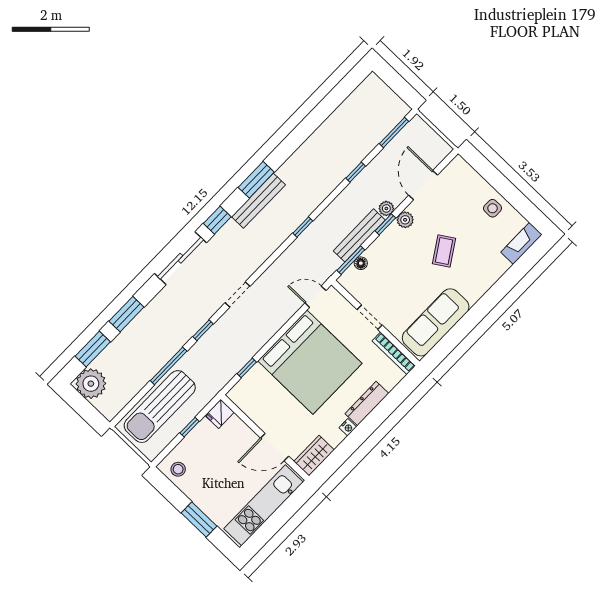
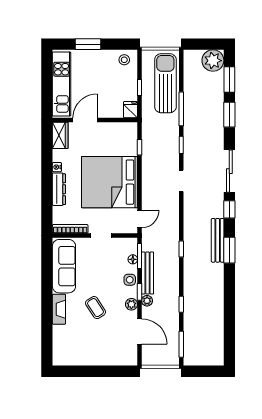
side table: (493, 208) -> (130, 280), moved
fireplace: (521, 243) -> (59, 309), moved

